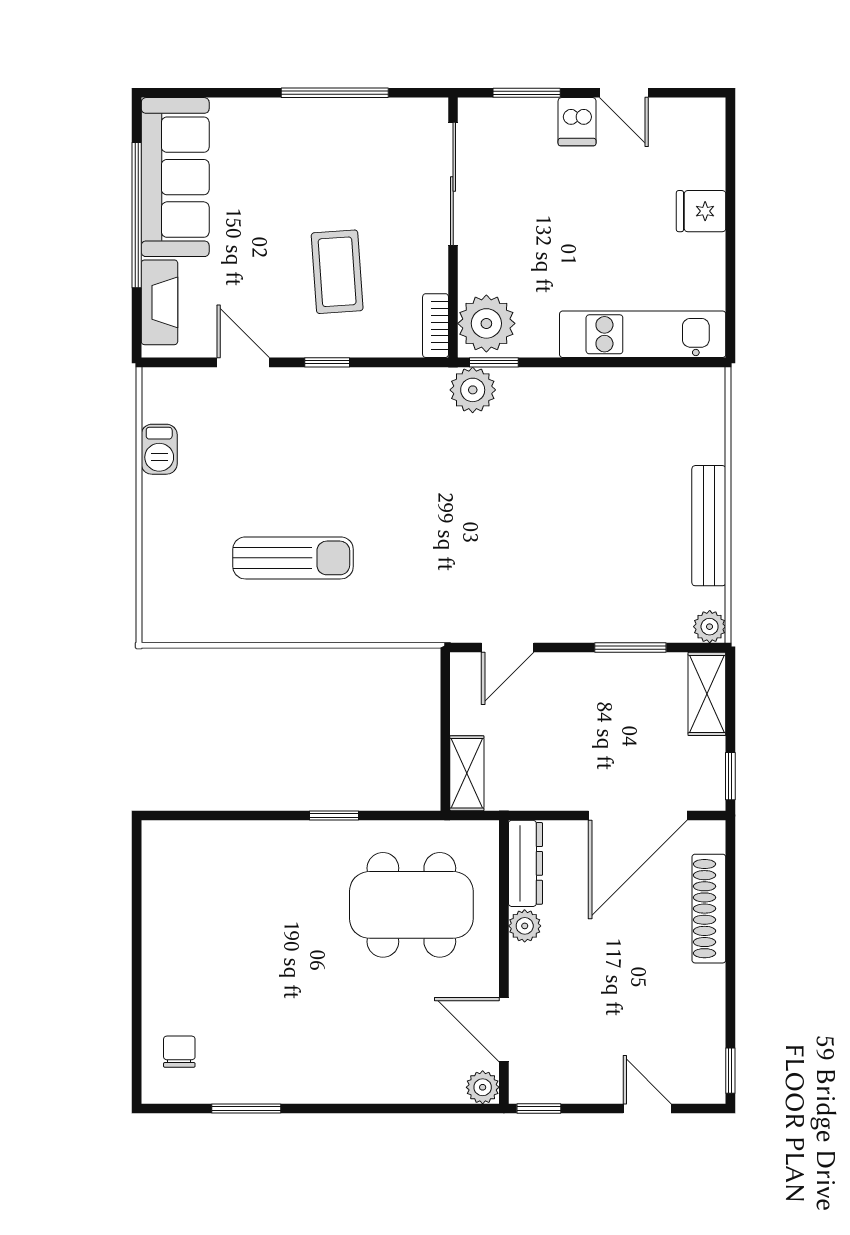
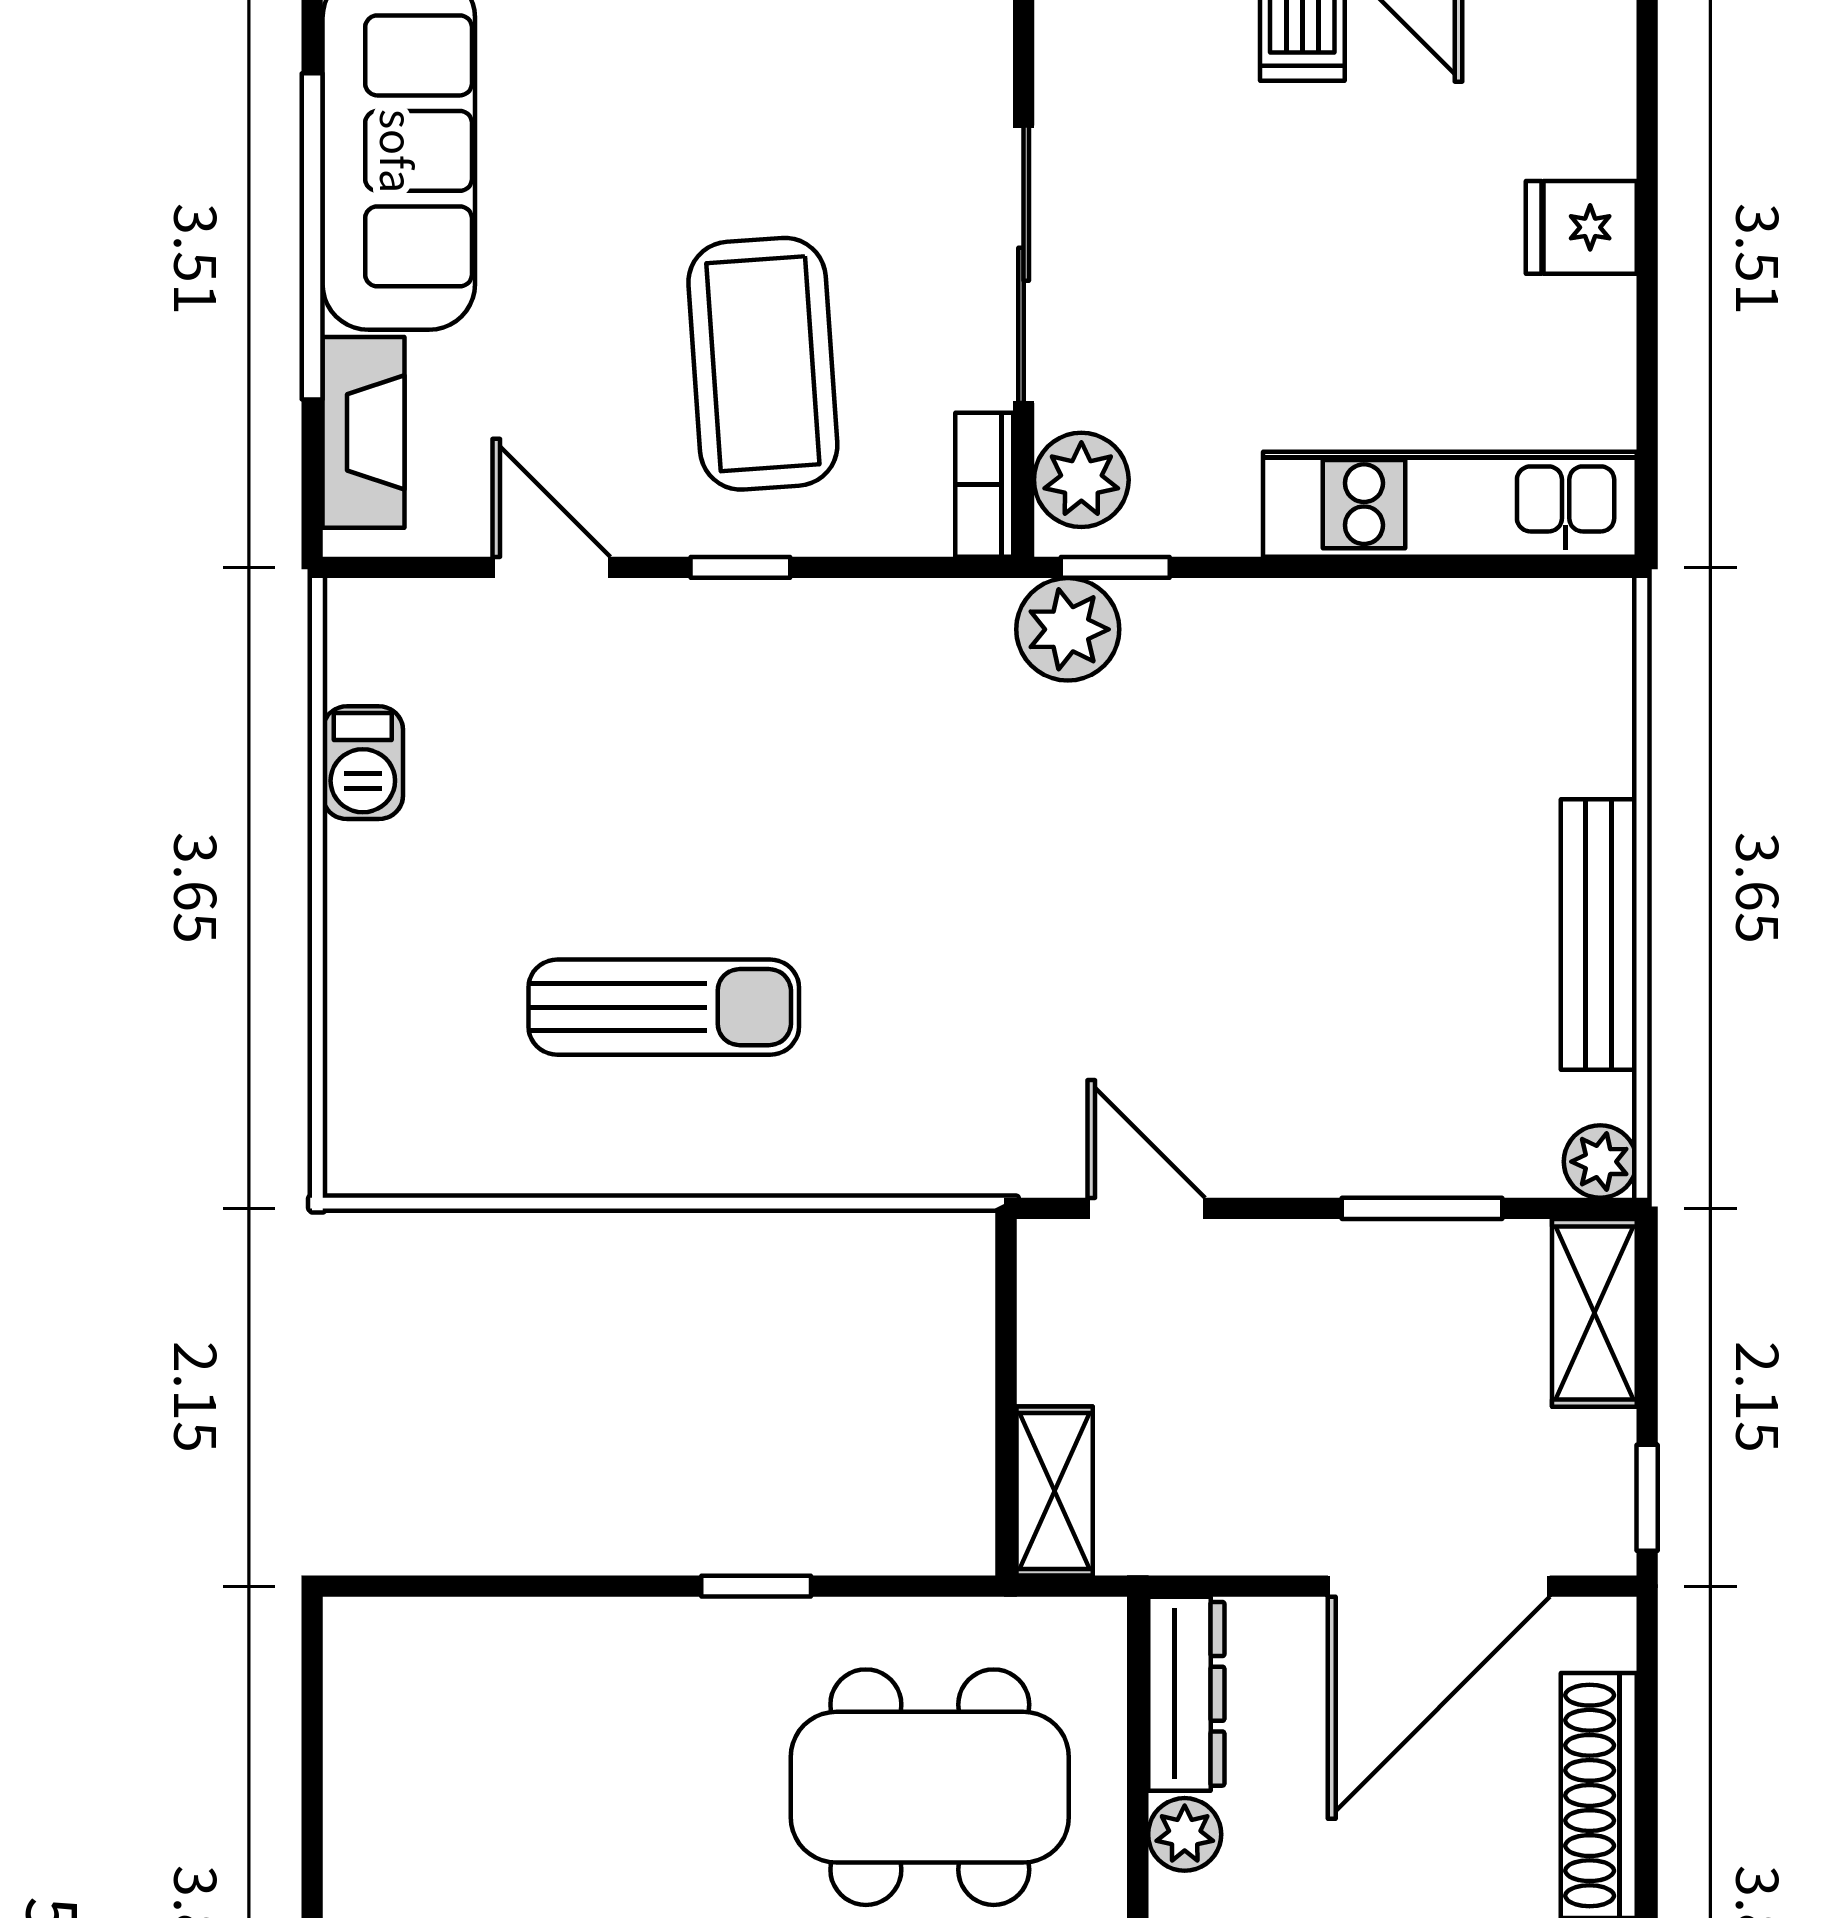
sliding door: (453, 184) -> (1024, 264), moved
coffee table: (337, 272) -> (763, 364), width x1.36, depth x1.32
plant: (486, 323) -> (1081, 480), width x0.73, depth x0.73
door: (508, 648) -> (1146, 1208), swing flipped

